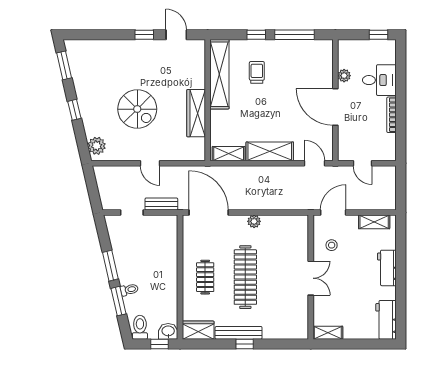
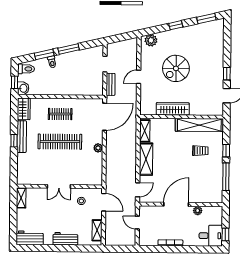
desk: (379, 80) -> (211, 236), moved, turned -90
door: (362, 163) -> (137, 223), hinge flipped

